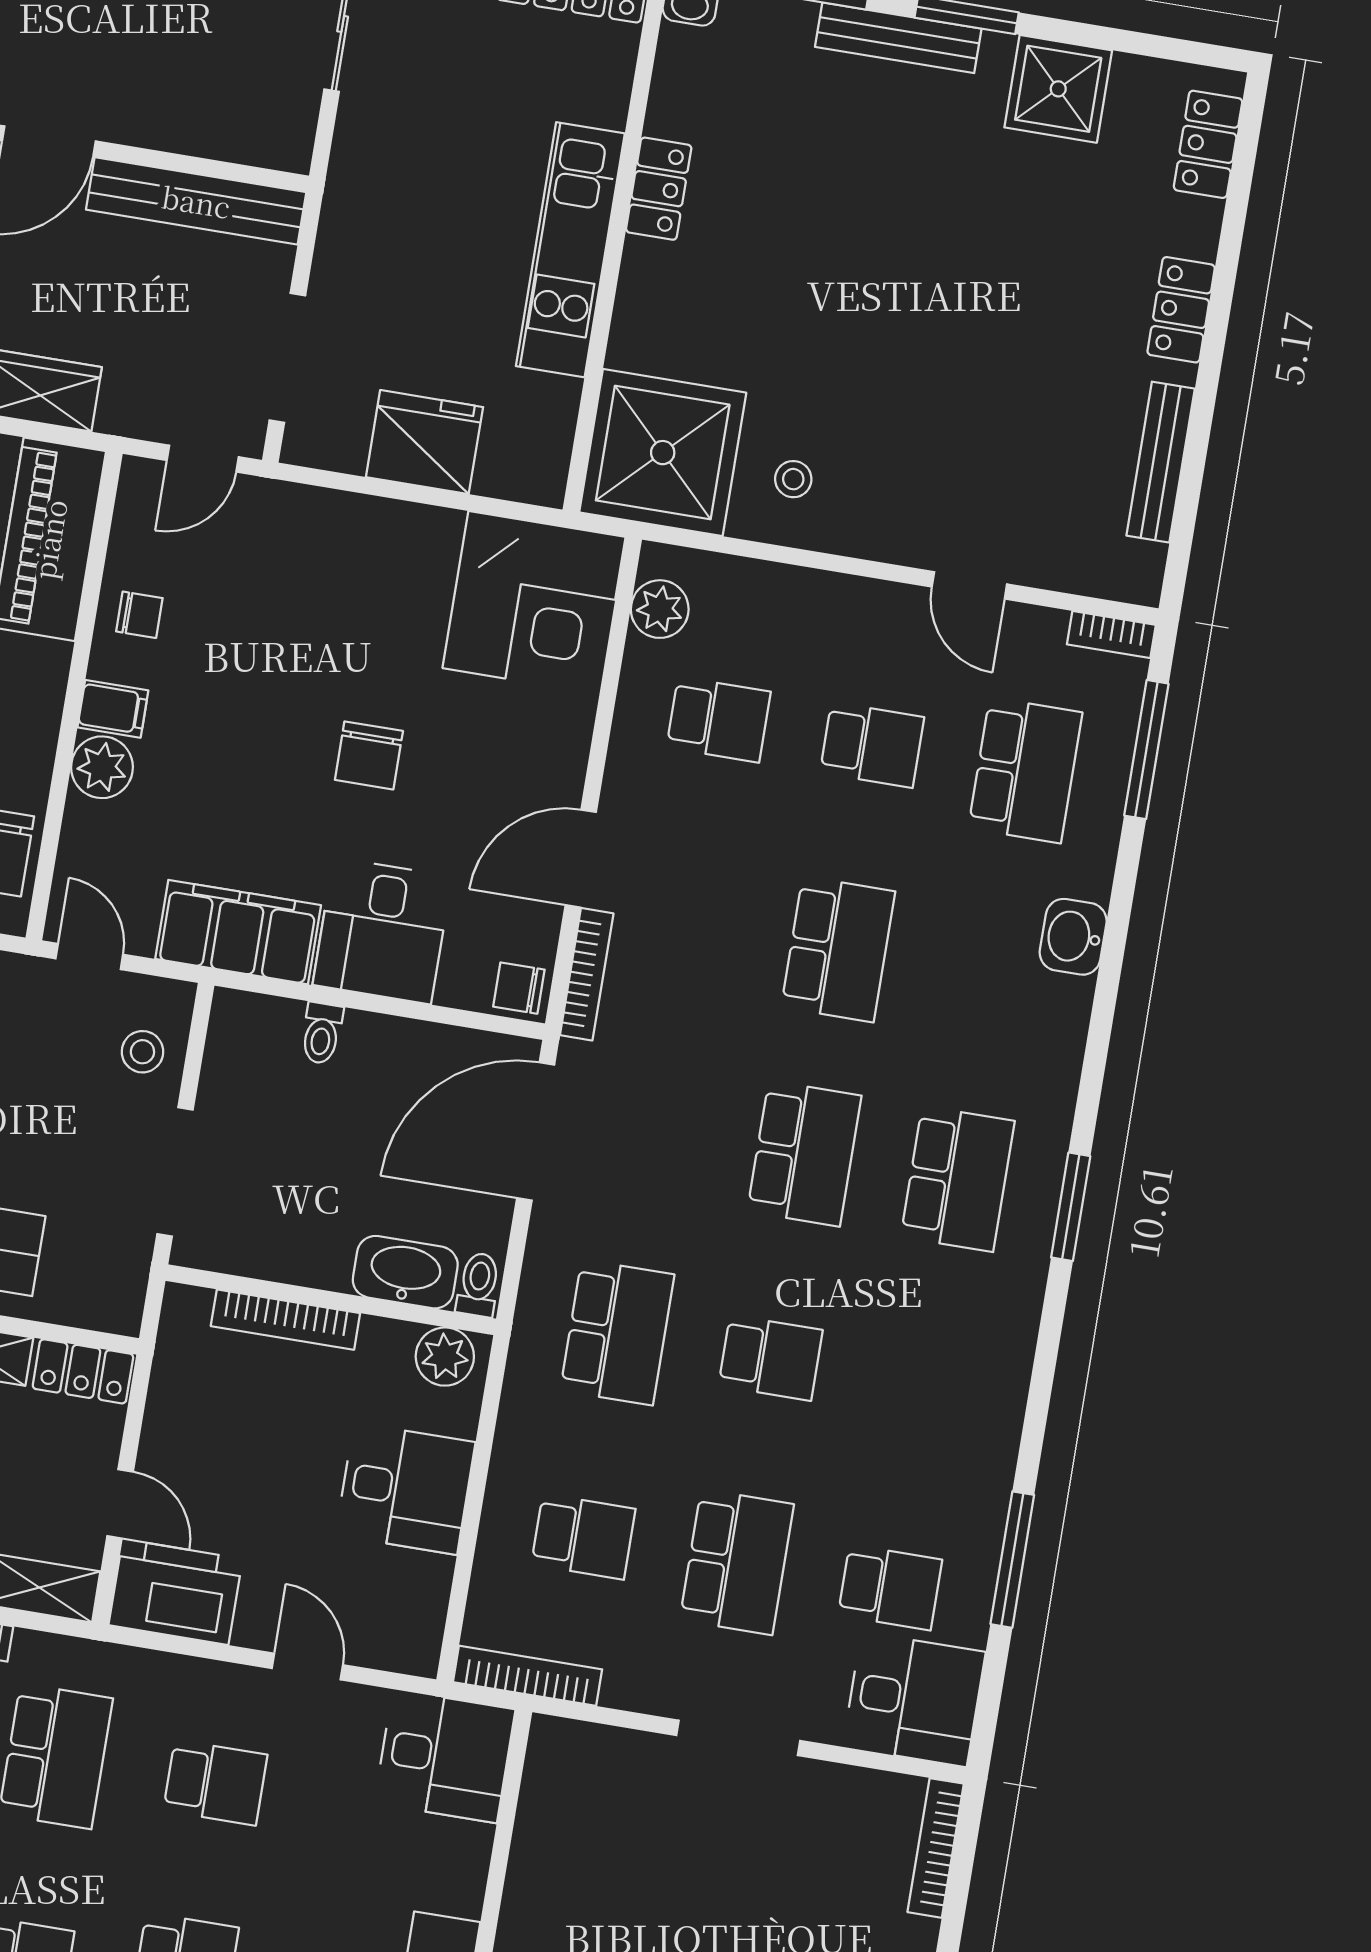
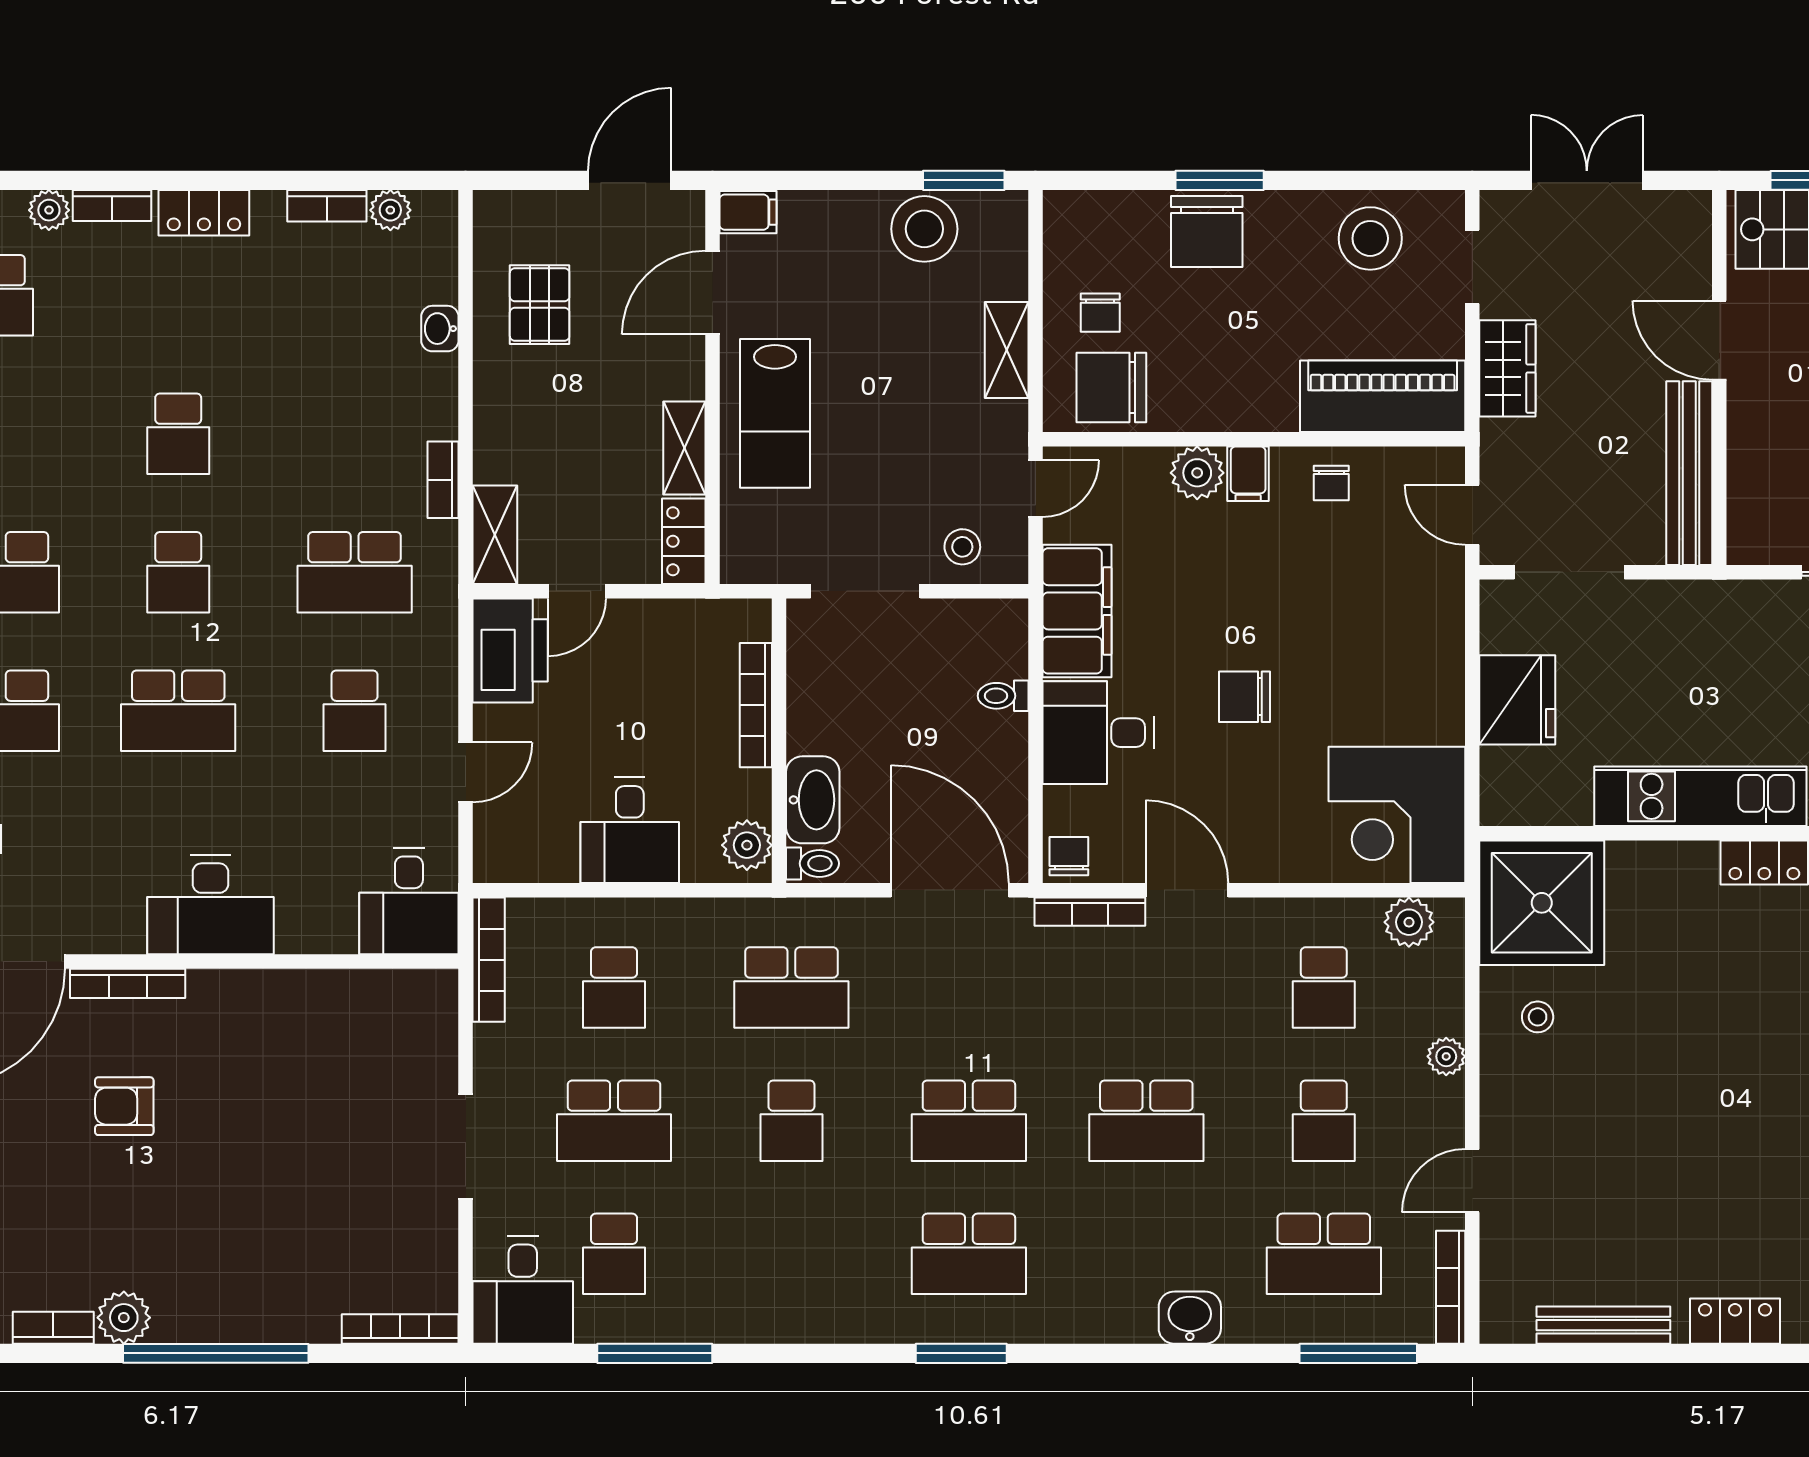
plant: (821, 592) -> (1446, 1056), added
bookcase: (1111, 635) -> (1451, 1287), width x1.56

